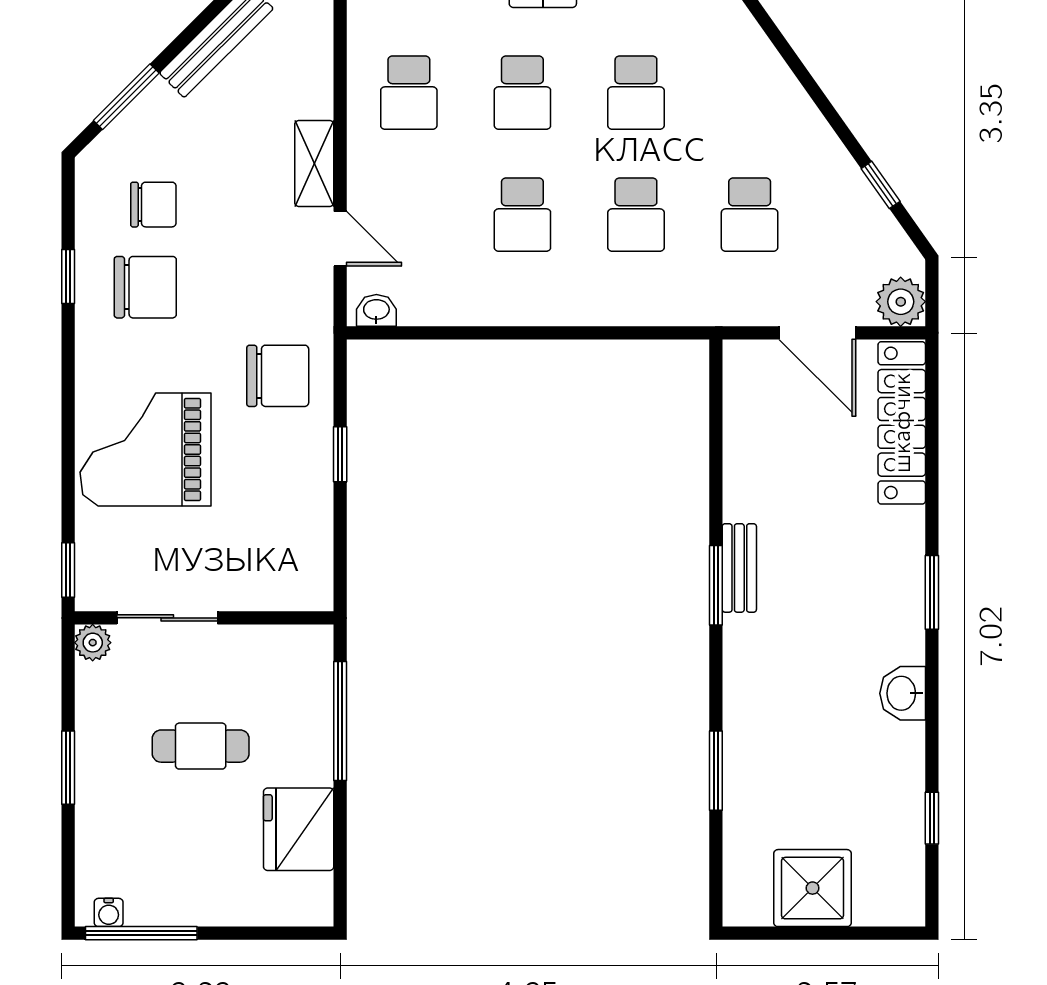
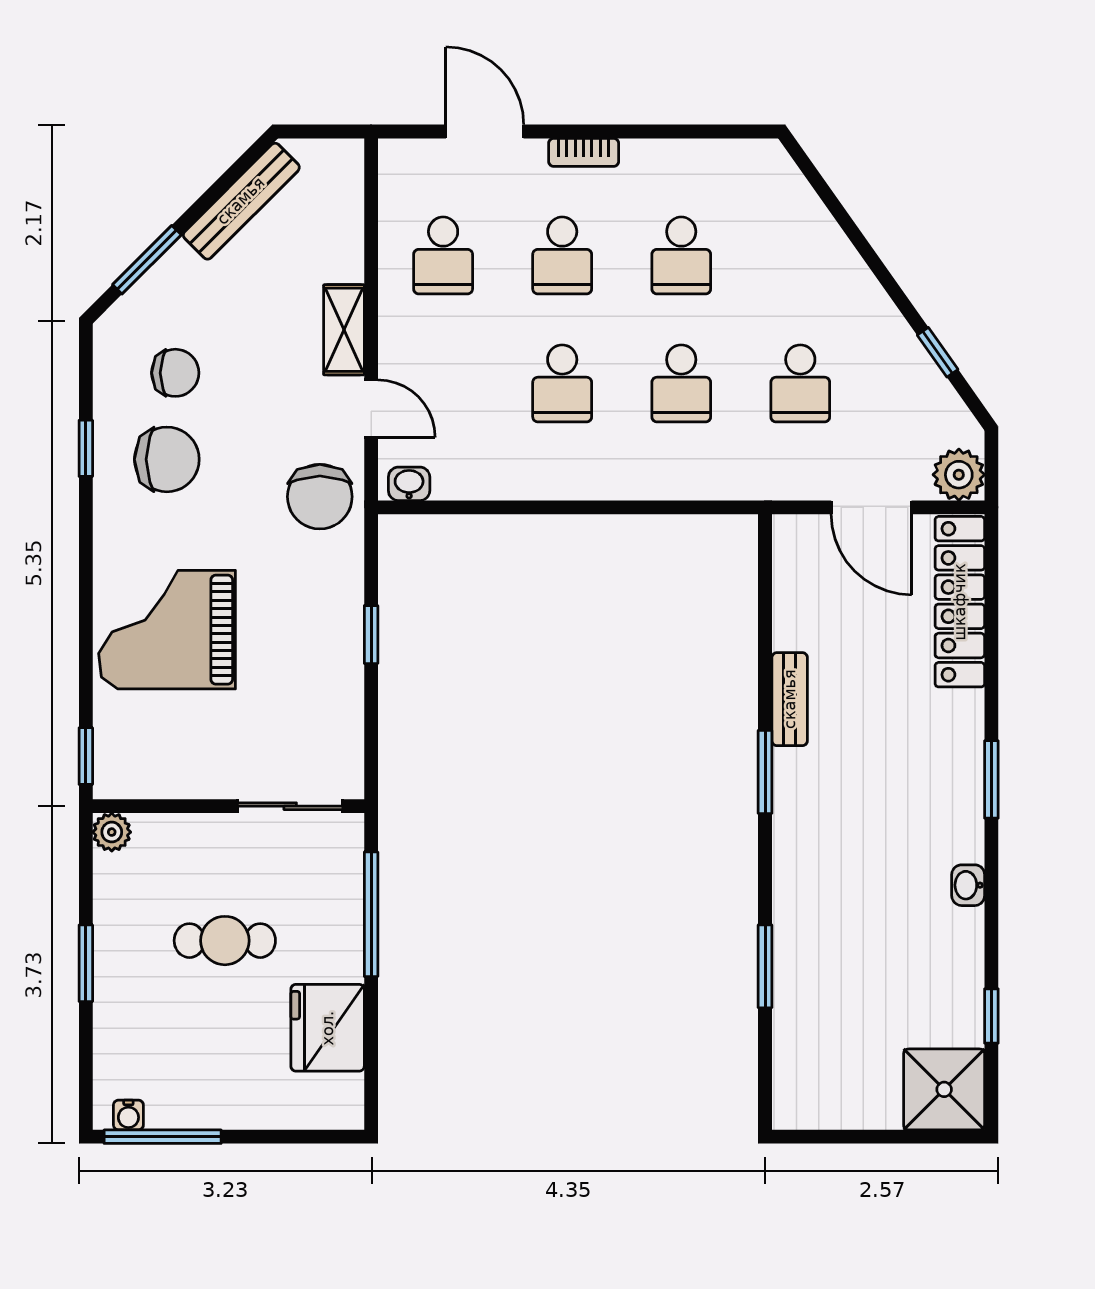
chair: (278, 376) -> (320, 497), moved, turned 90
bench: (739, 568) -> (790, 699), moved
sliding door: (167, 618) -> (290, 806), moved
washbasin: (903, 693) -> (968, 885), width x0.72, depth x0.69
shower: (813, 888) -> (944, 1089), moved

